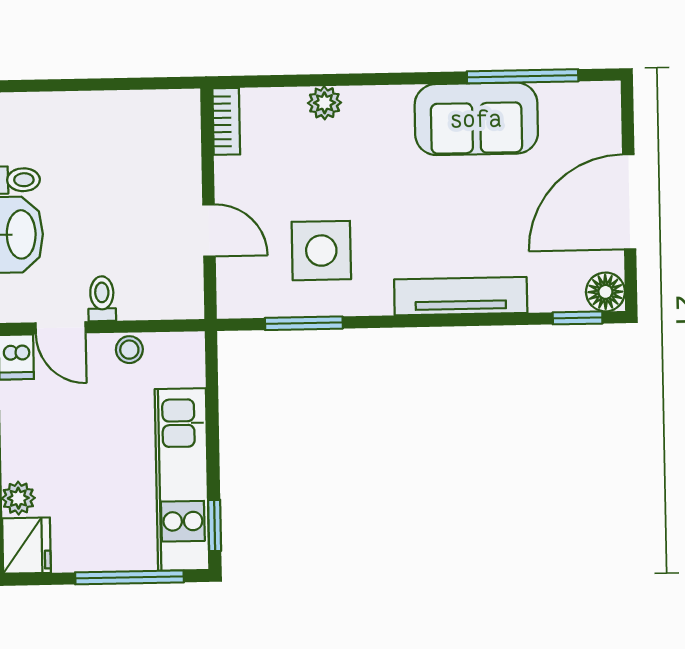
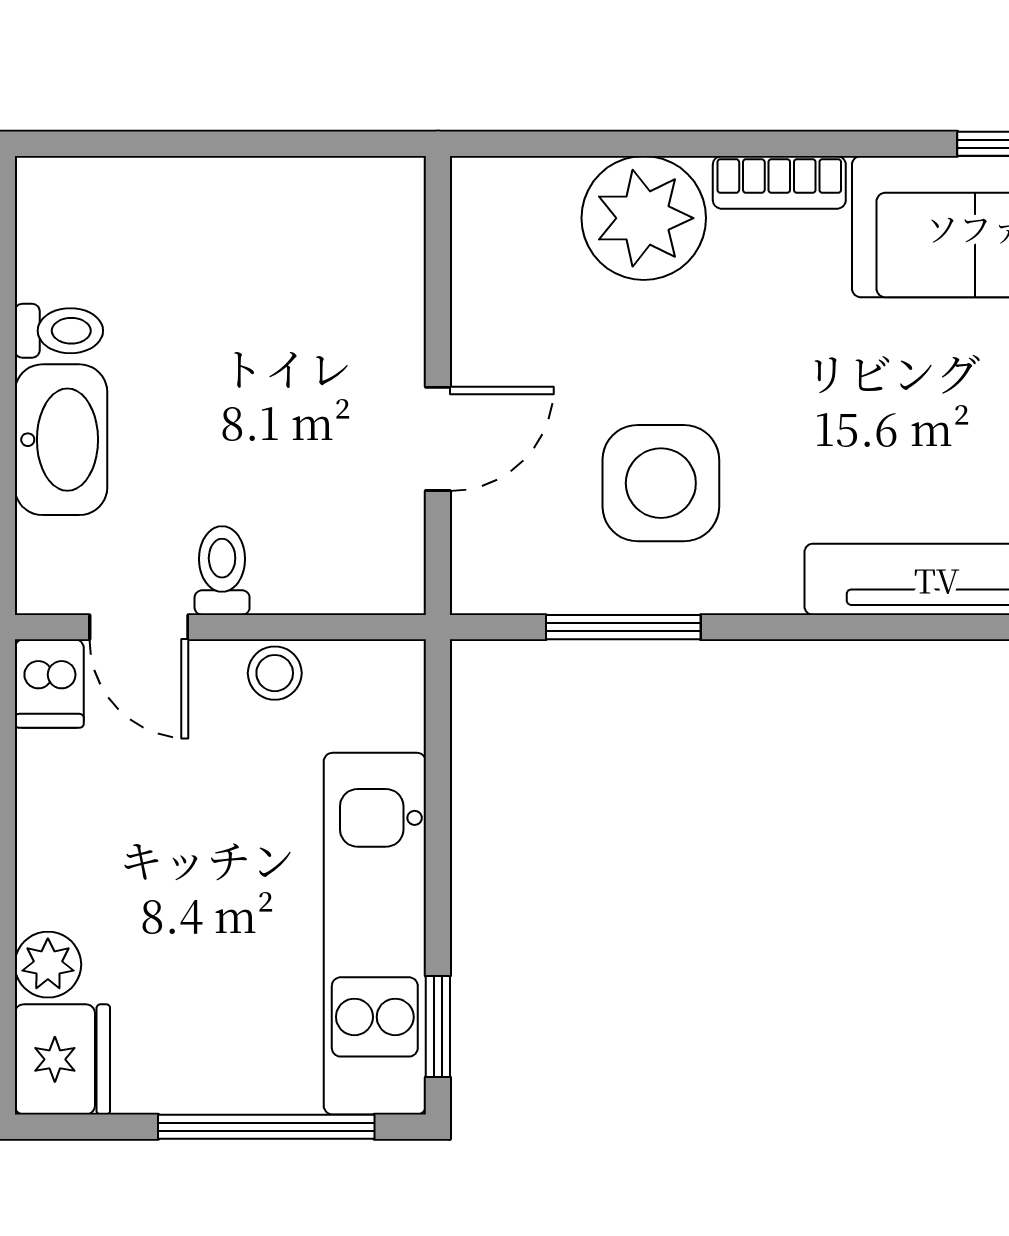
plant: (324, 103) -> (644, 218), width x1.88, depth x1.88
bookcase: (226, 121) -> (779, 182), moved, turned 90
door: (209, 231) -> (438, 439), hinge flipped

